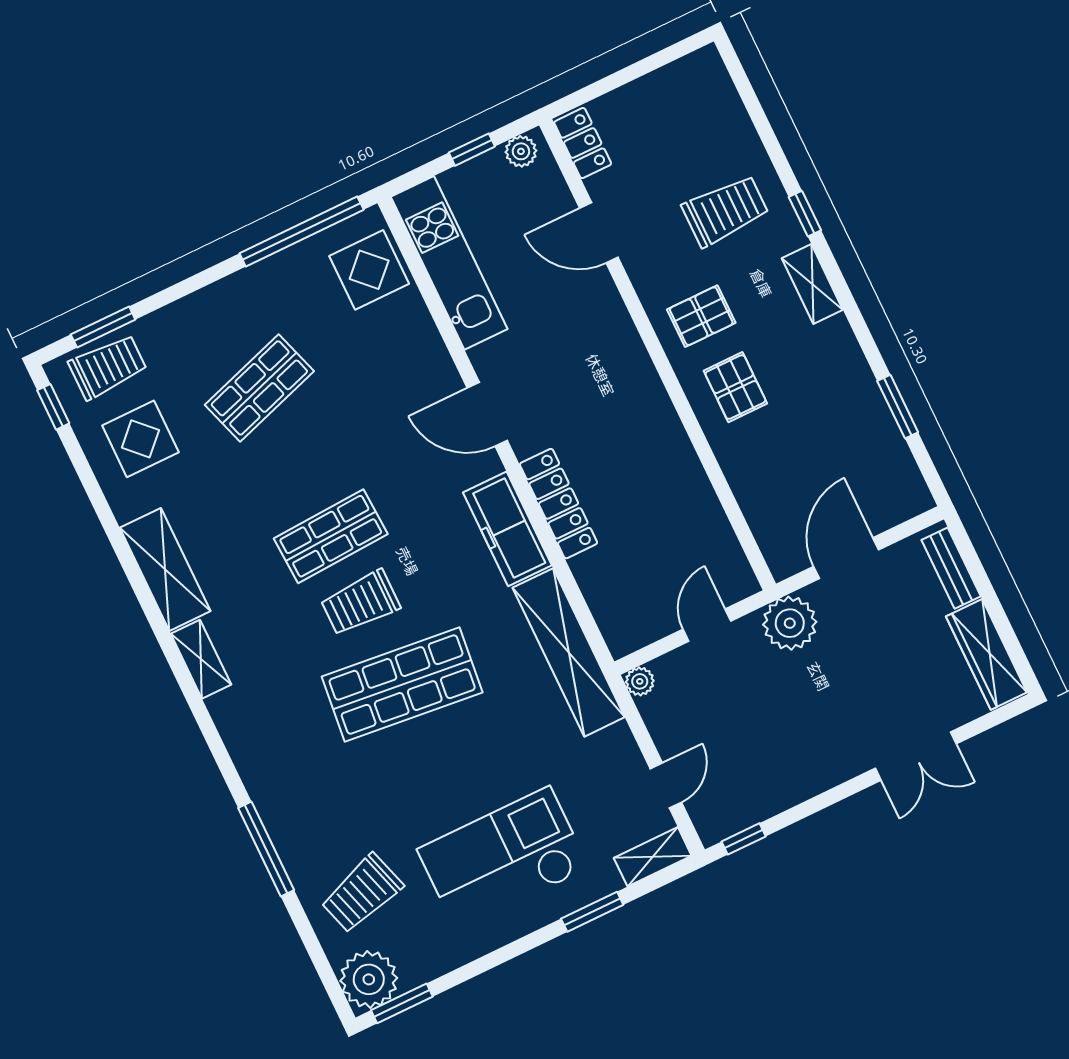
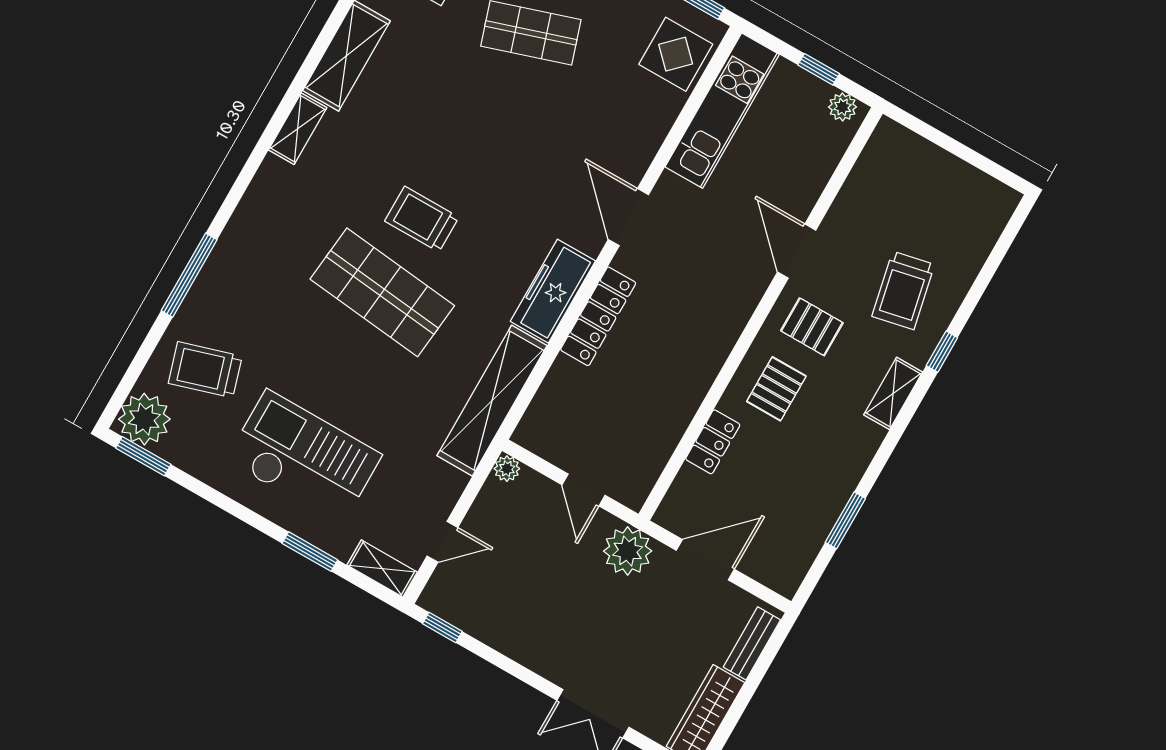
locker: (583, 143) -> (713, 442), moved
trolley: (725, 211) -> (903, 290), turned 78
door: (599, 233) -> (797, 251), moved
shop shelf: (331, 536) -> (457, 163), removed
door: (707, 625) -> (584, 490), swing flipped

